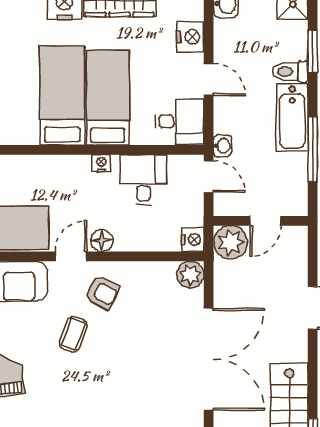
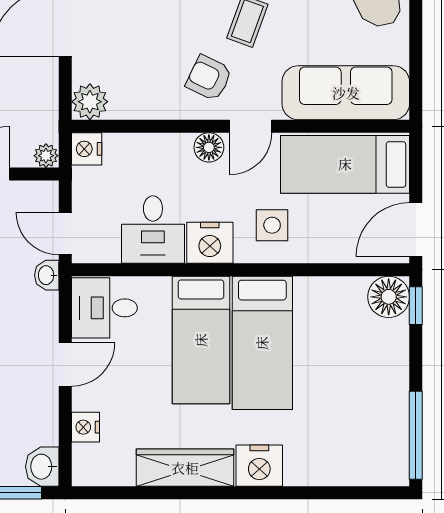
nightstand: (190, 37) -> (85, 427), width x0.74, depth x0.75
door: (209, 79) -> (65, 364), swing flipped
nightstand: (101, 163) -> (210, 243), width x1.89, depth x1.79
side table: (55, 183) -> (272, 225), added
plant: (231, 242) -> (46, 156), width x0.53, depth x0.53

